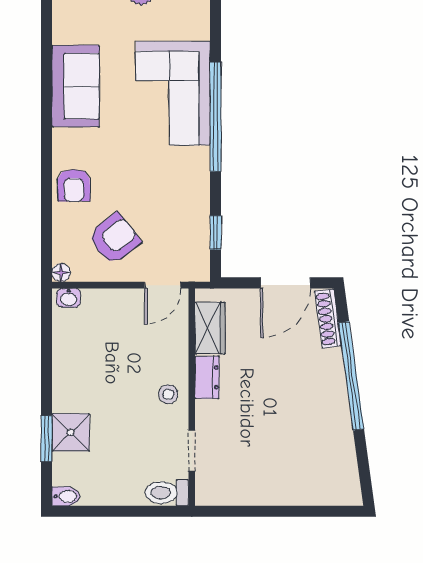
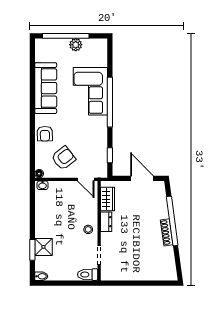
sofa: (76, 86) -> (46, 88), width x1.36
door: (285, 283) -> (142, 178), swing flipped
door: (163, 285) -> (86, 179), hinge flipped
shoe rack: (328, 319) -> (167, 232), moved

